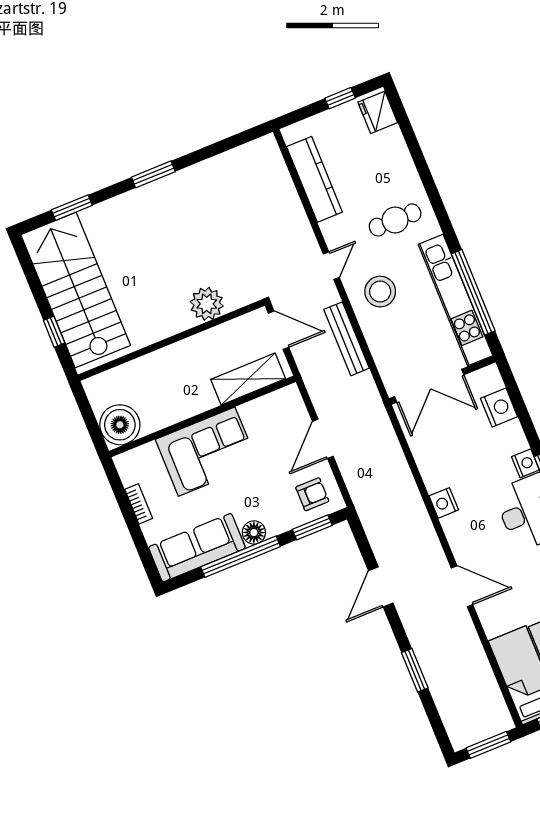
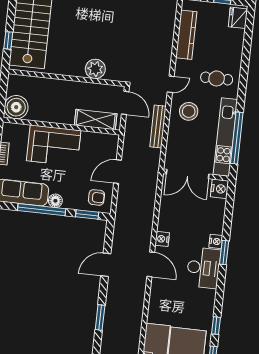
nightstand: (499, 408) -> (220, 189), moved
door: (462, 586) -> (151, 264), moved

